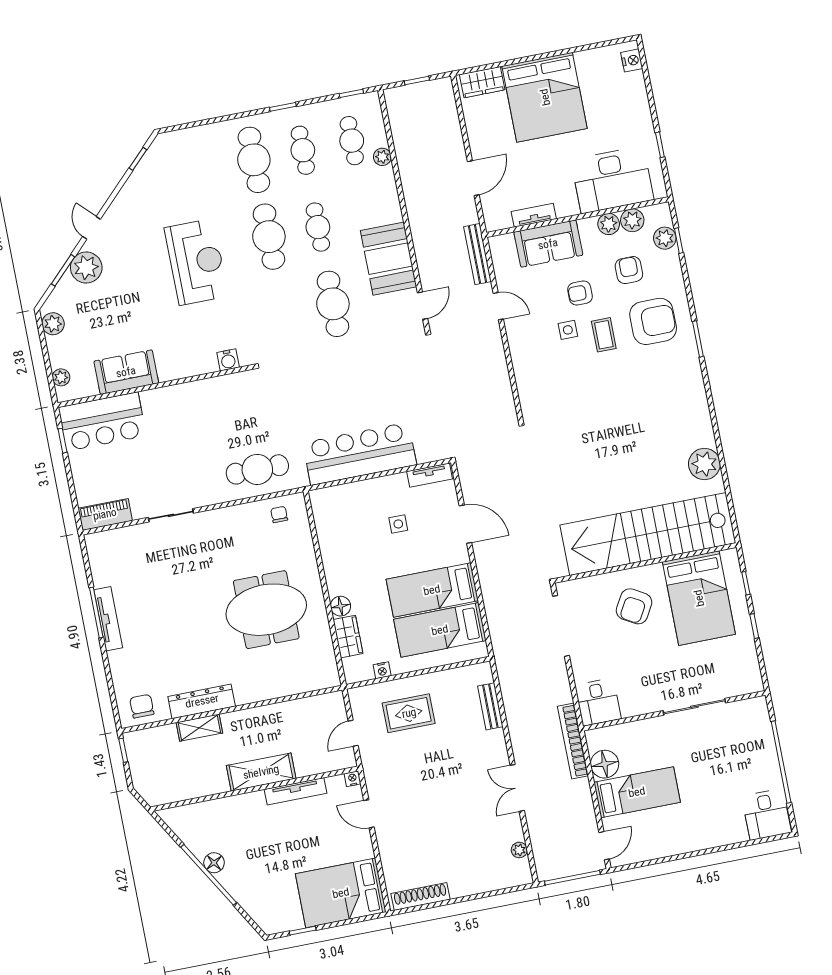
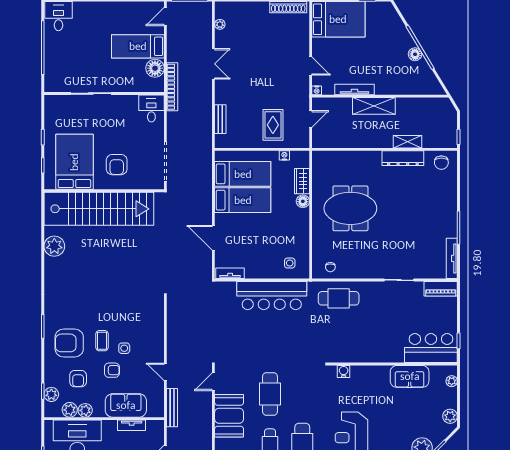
side table: (398, 524) -> (290, 263), moved
armchair: (634, 606) -> (117, 165), turned 150
tv unit: (108, 619) -> (452, 258), moved
rug: (409, 713) -> (273, 125), turned 90

